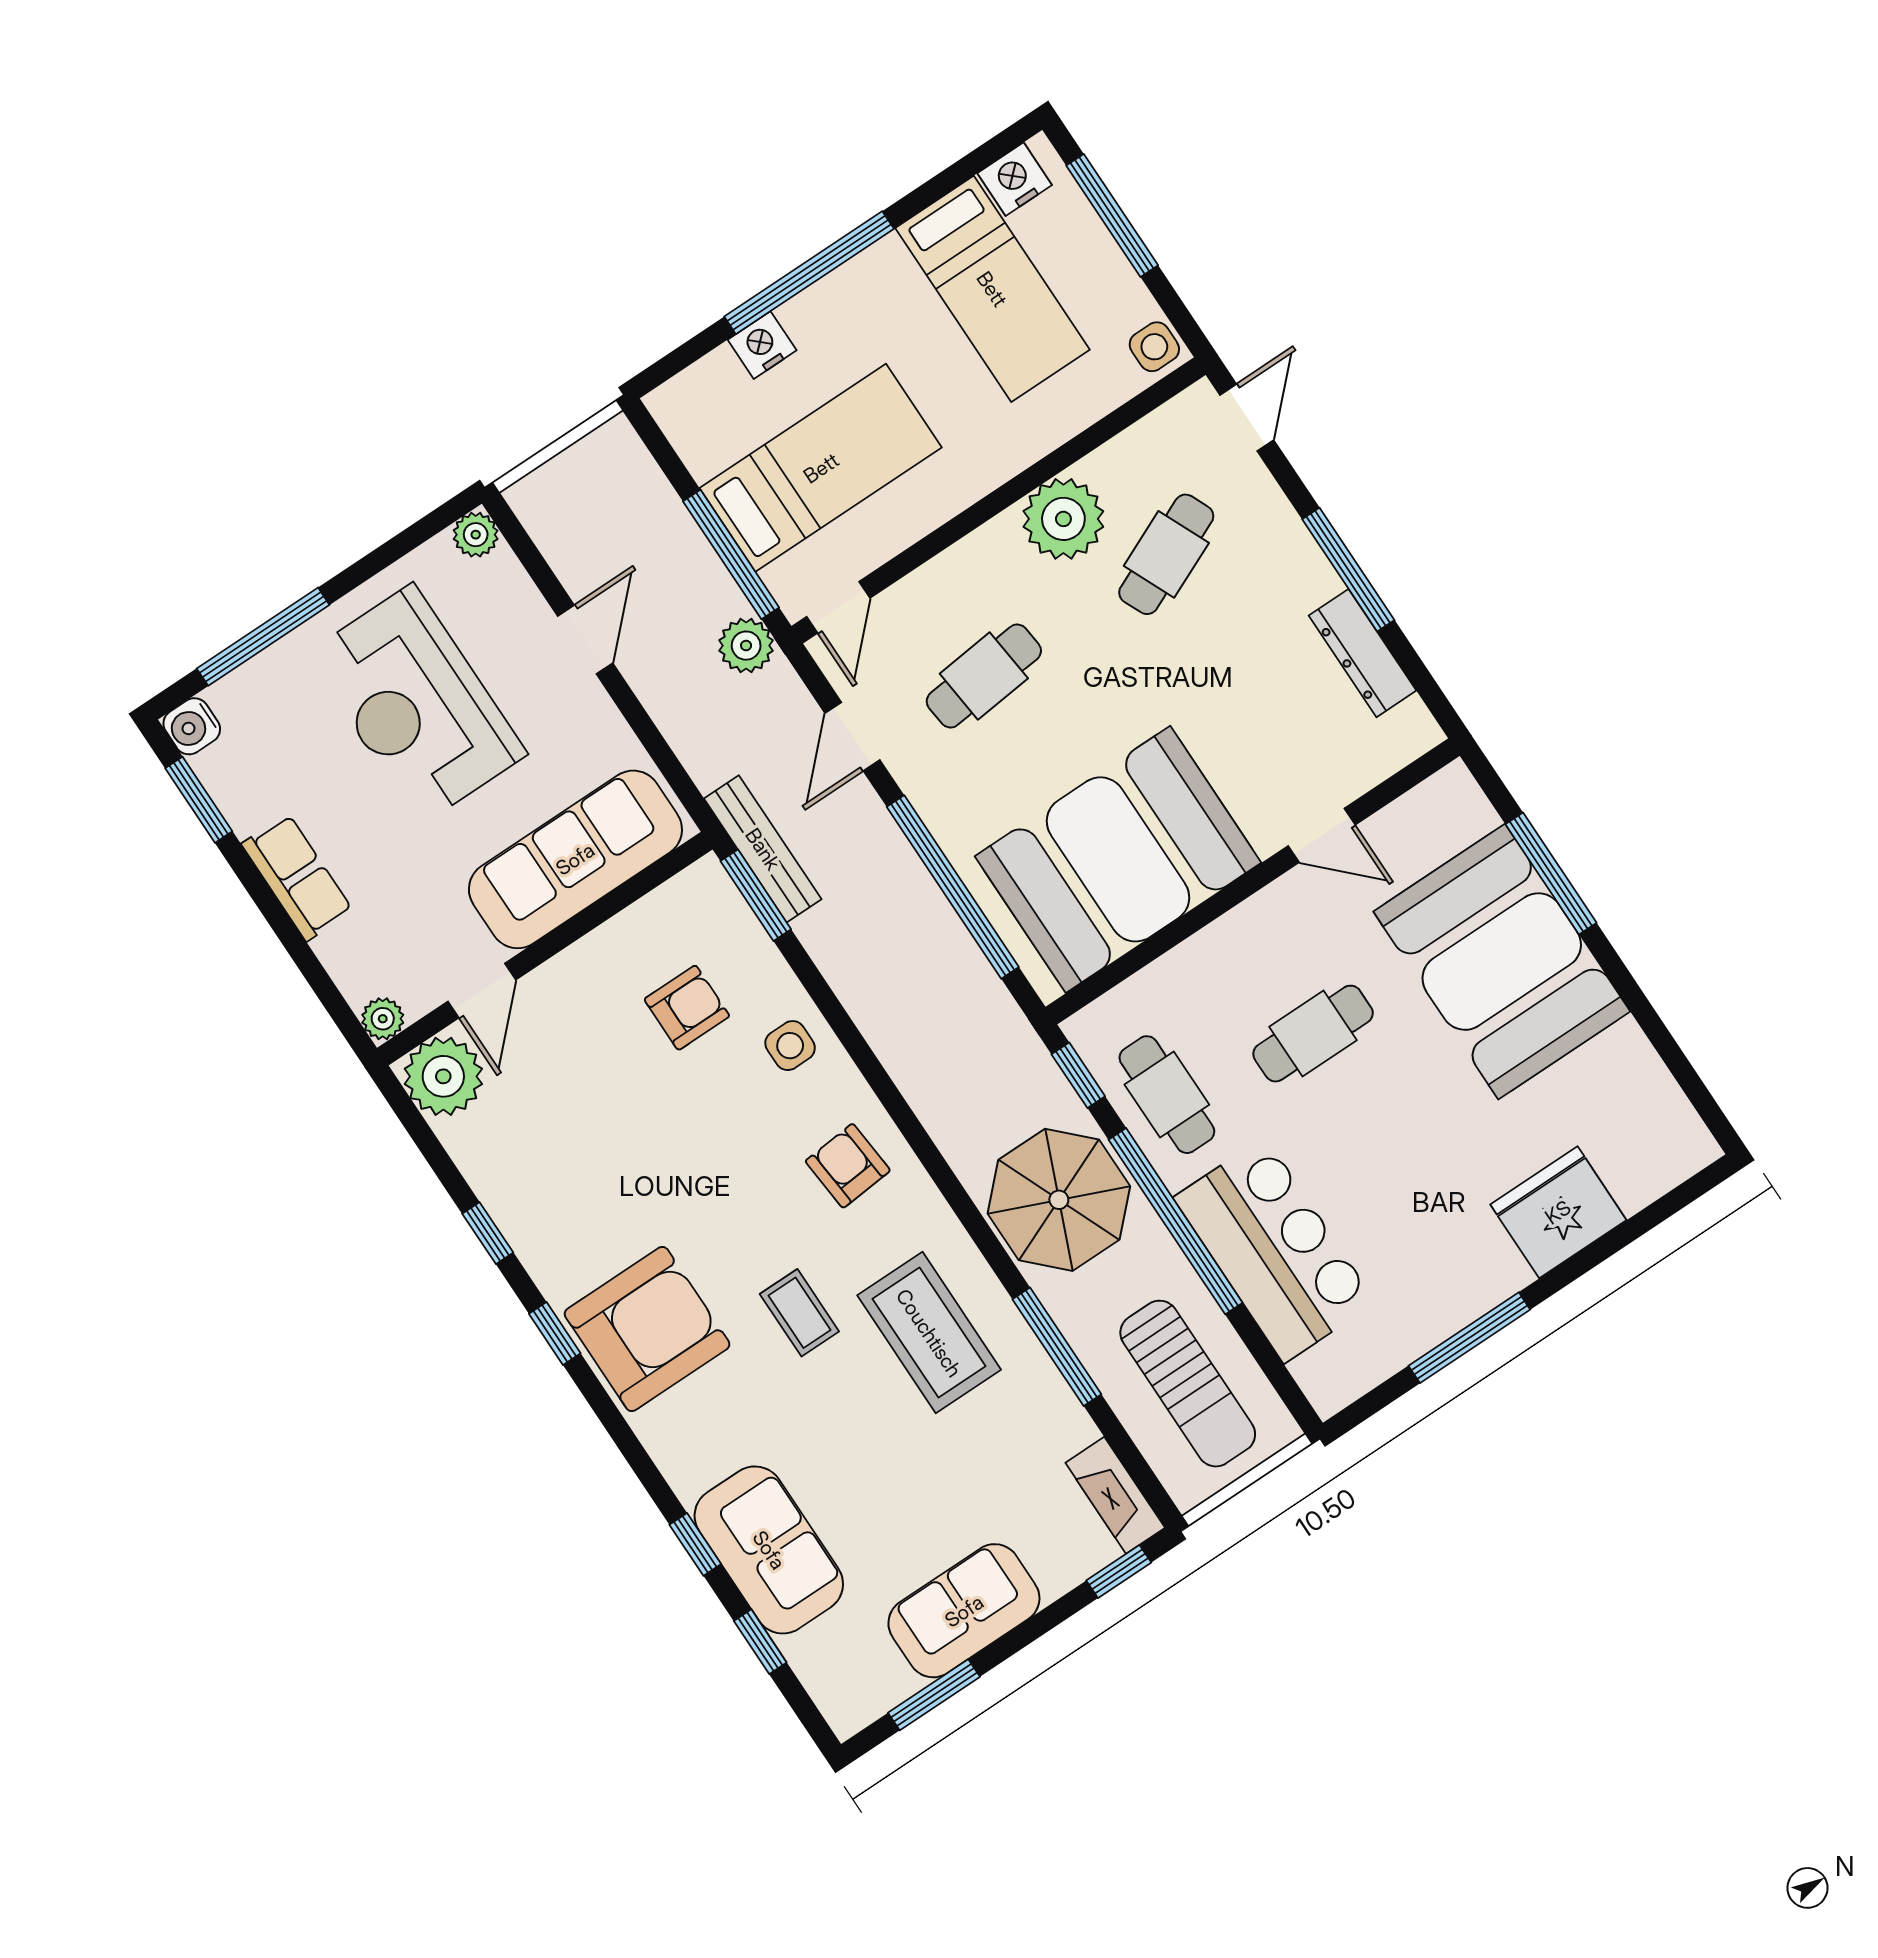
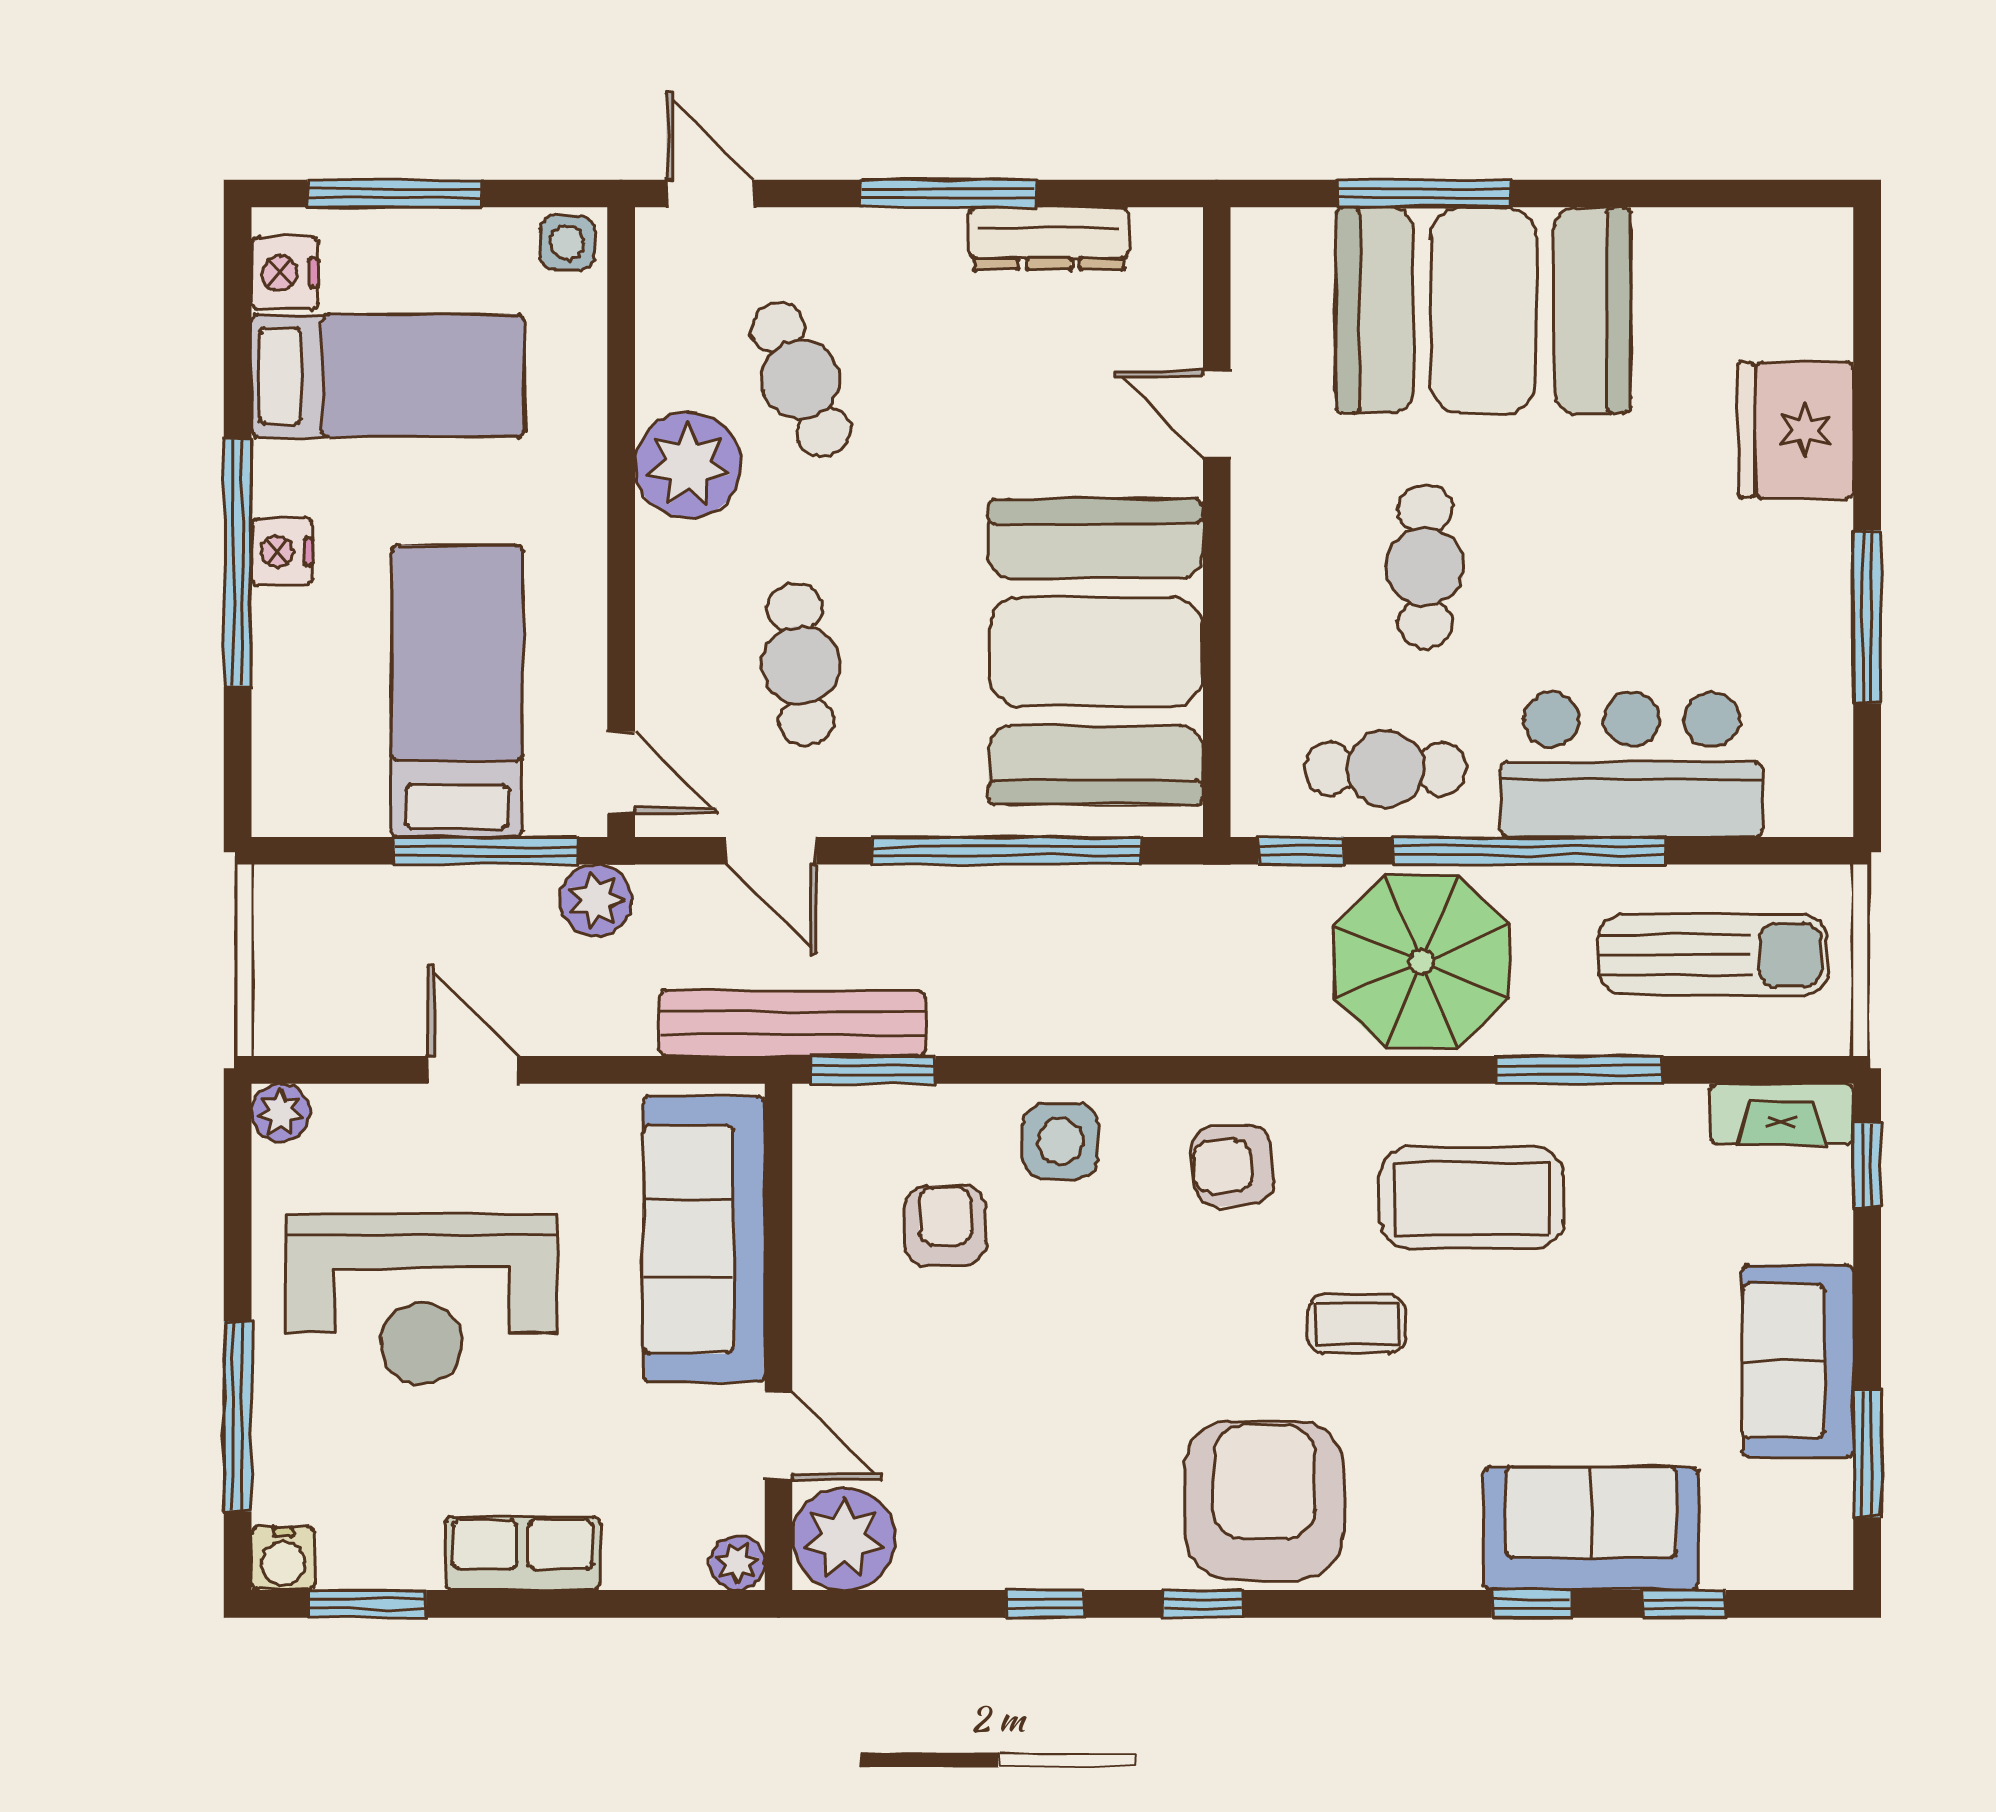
nightstand: (762, 345) -> (282, 552), moved
door: (1322, 835) -> (1217, 414), swing flipped
bench: (763, 849) -> (792, 1023), width x1.37, depth x1.21
side table: (790, 1046) -> (1061, 1141), width x1.37, depth x1.37

